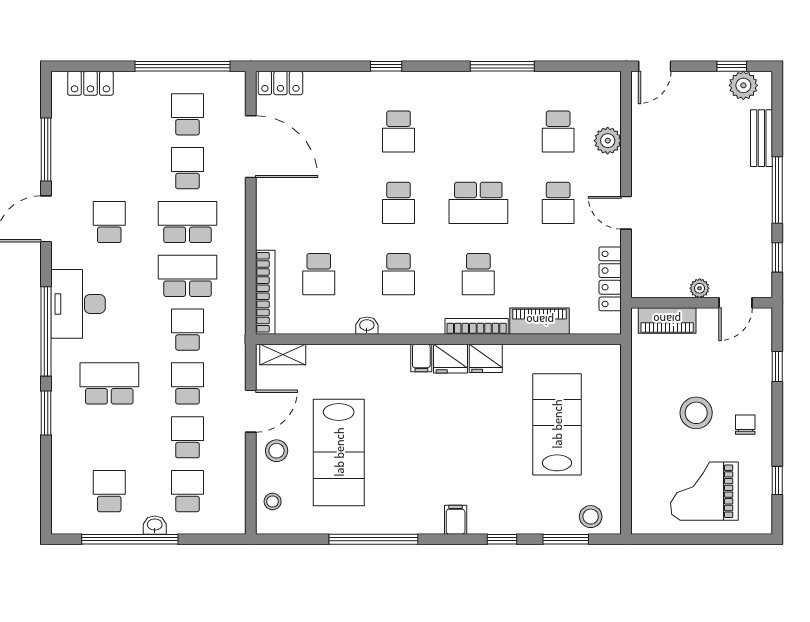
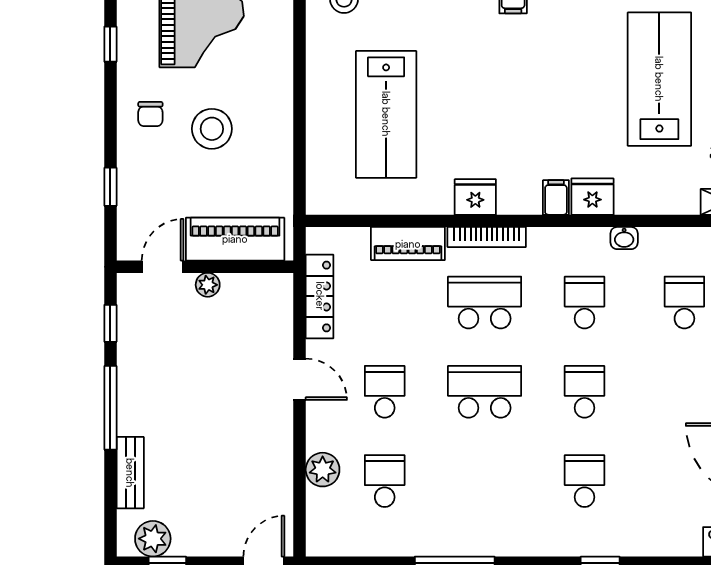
school desk: (478, 274) -> (485, 302), width x1.85
piano: (667, 320) -> (235, 239), width x1.37, depth x1.33
fridge: (450, 359) -> (592, 197), moved

